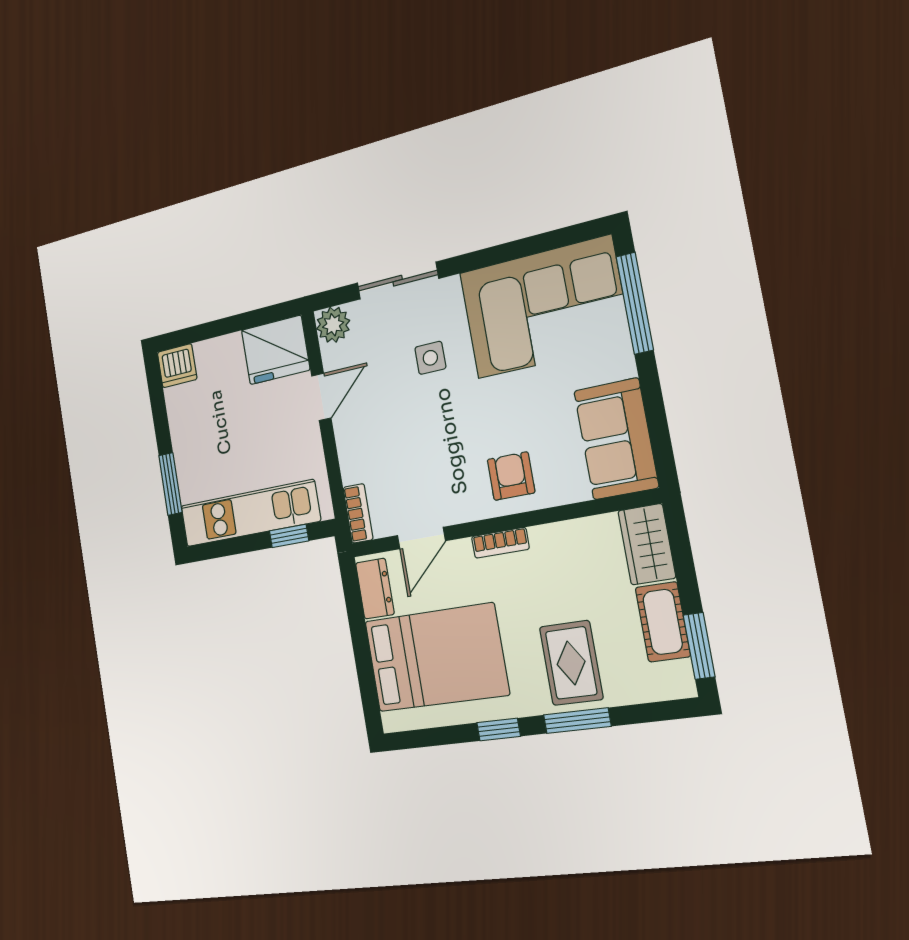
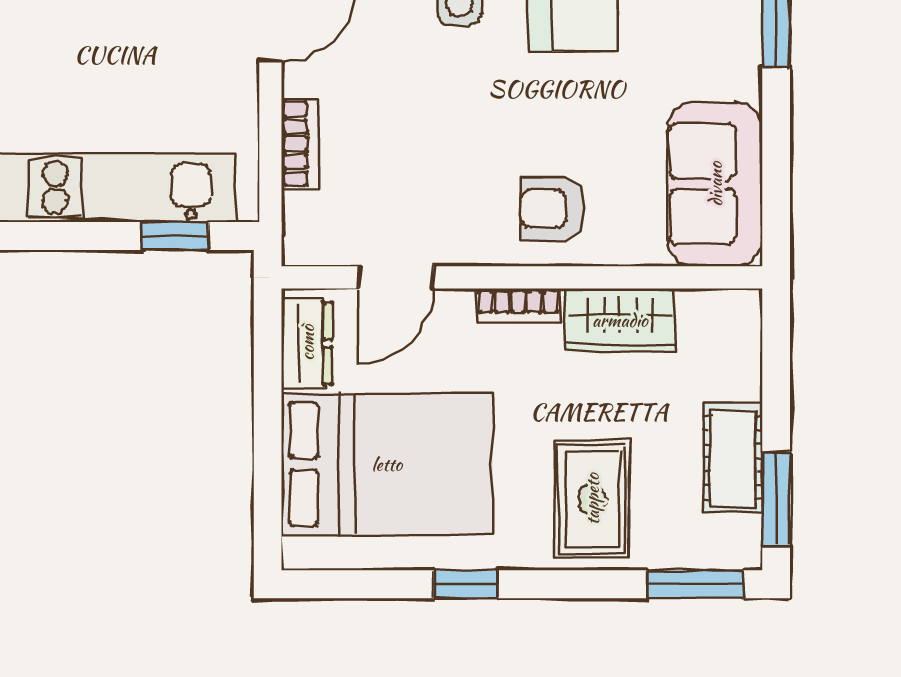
armchair: (511, 476) -> (552, 209), turned -90
bookcase: (358, 513) -> (300, 144), moved
wardrobe: (647, 544) -> (620, 320), moved, turned -90
window: (577, 721) -> (695, 584), moved

